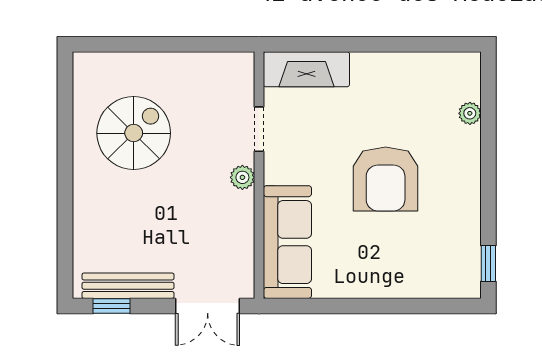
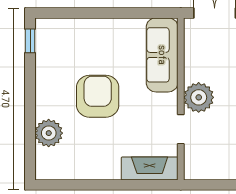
plant: (470, 113) -> (49, 133), width x1.88, depth x1.88
plant: (242, 177) -> (199, 97), width x1.88, depth x1.88

